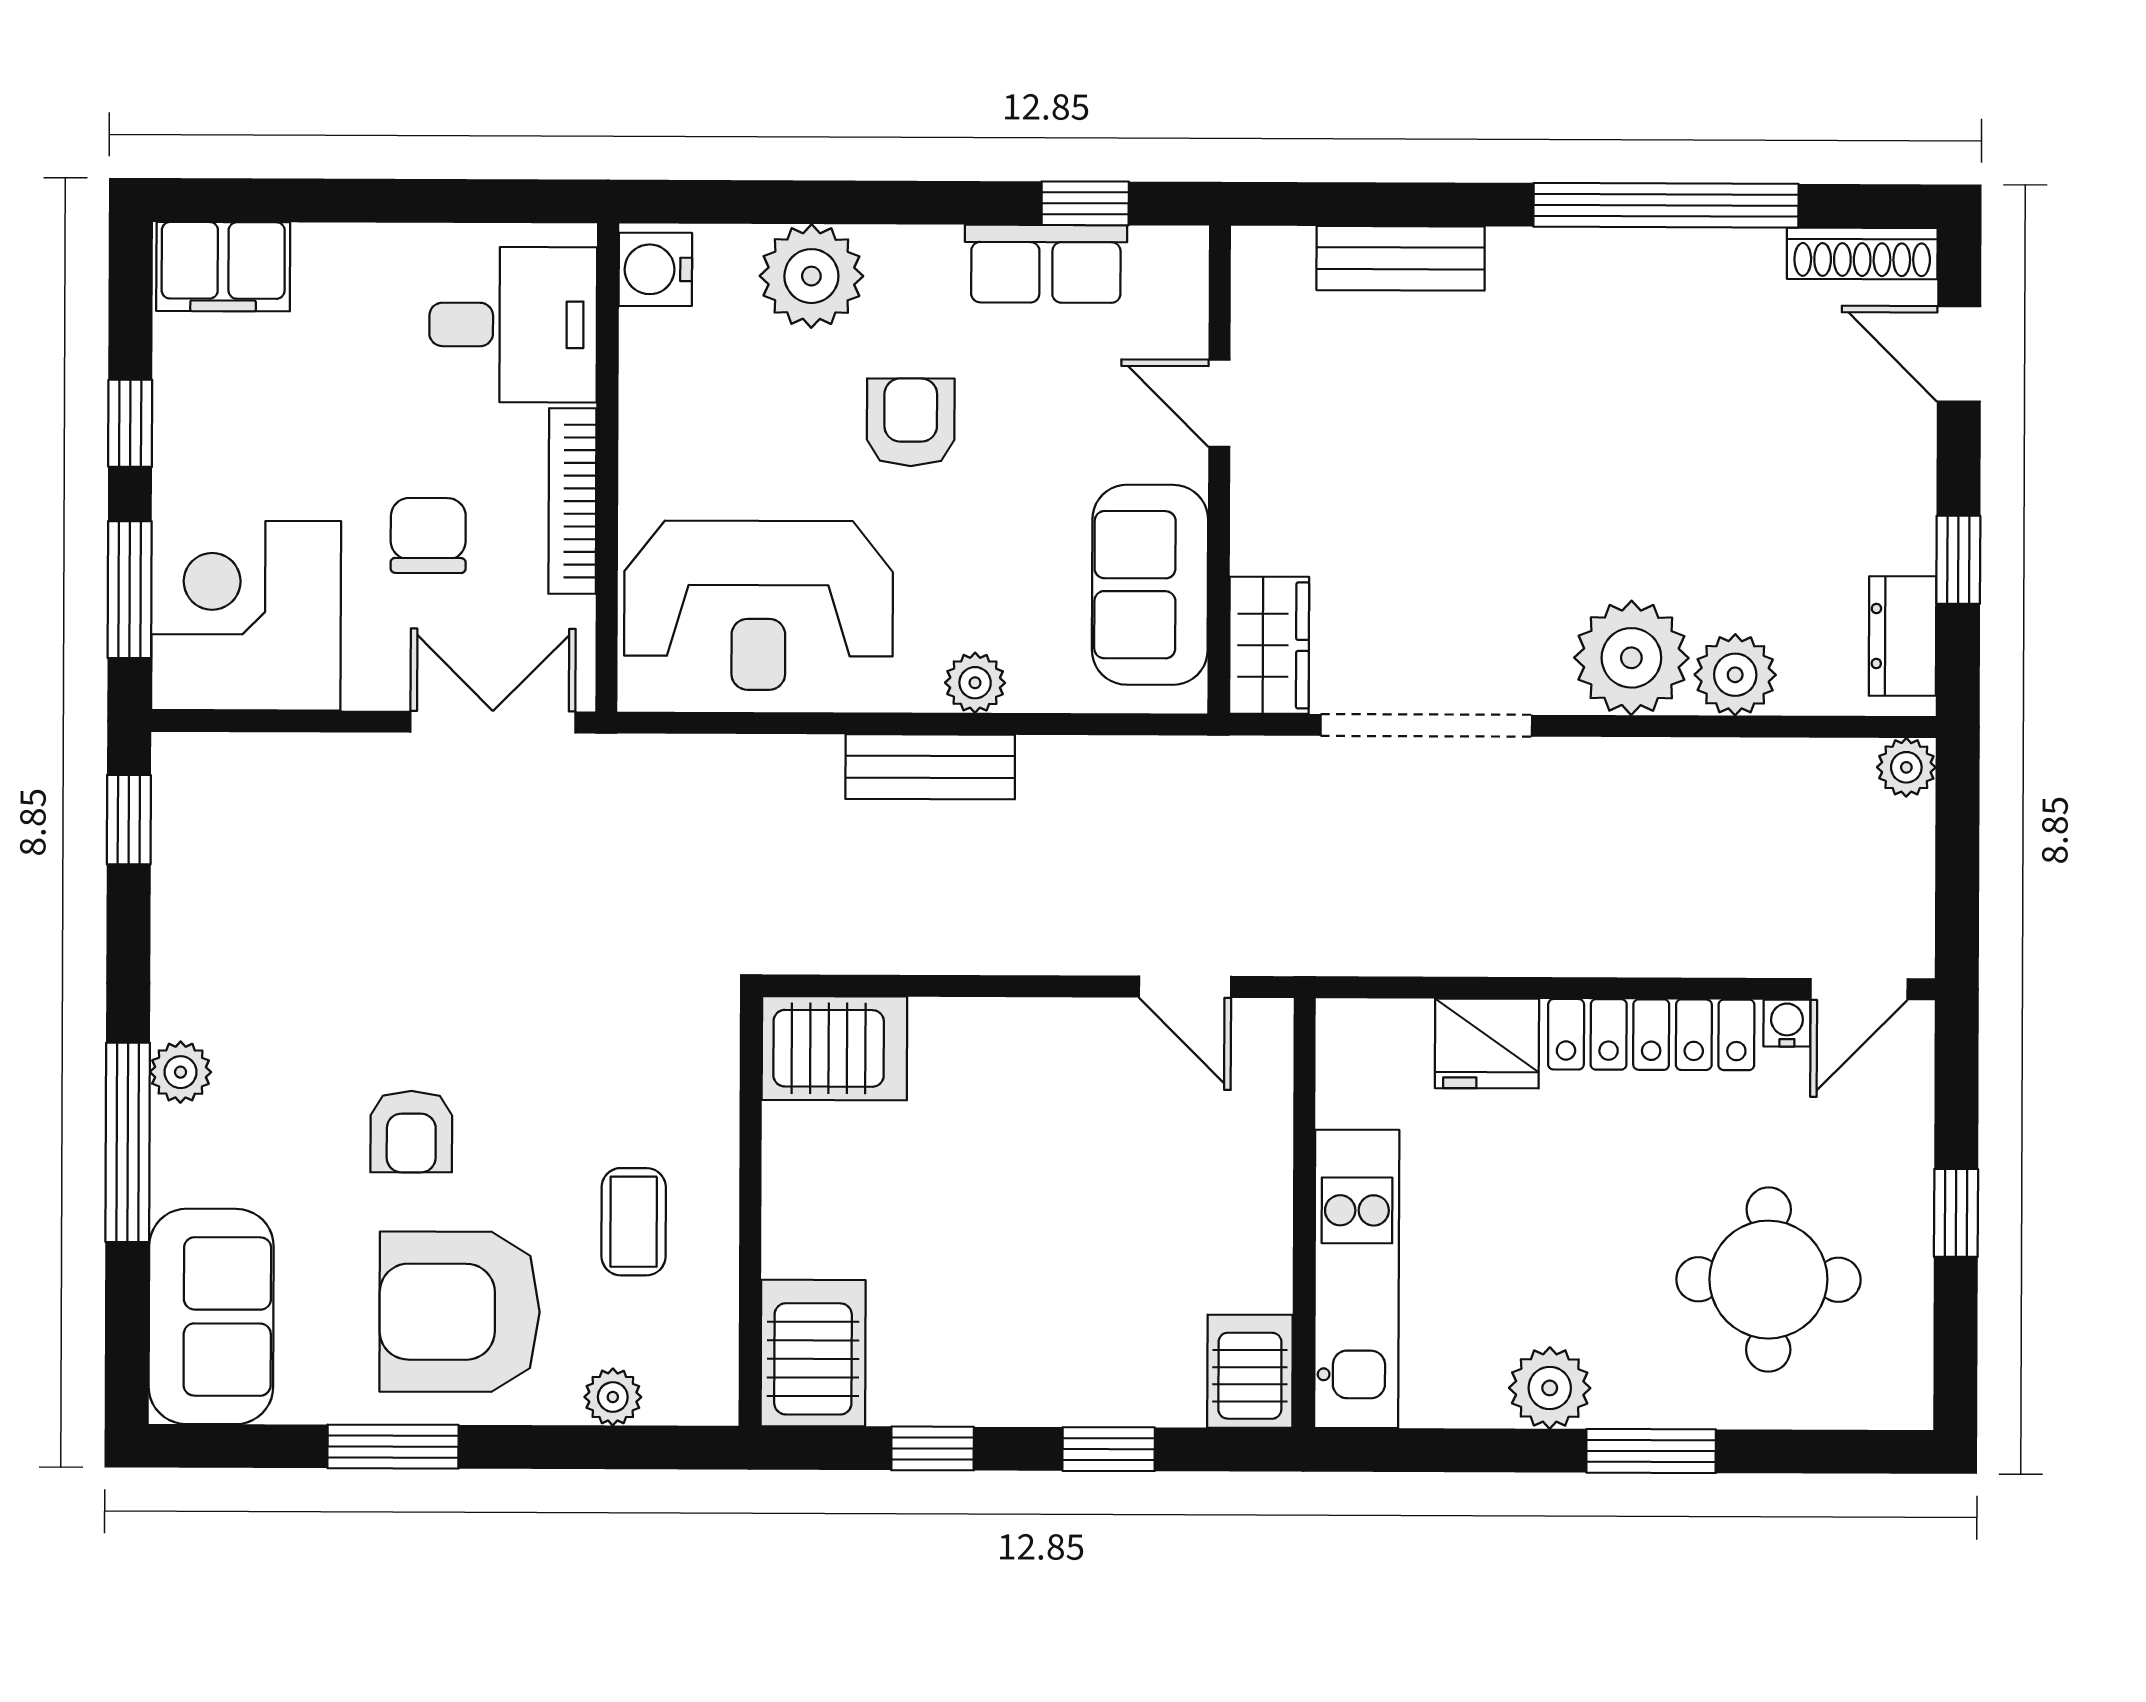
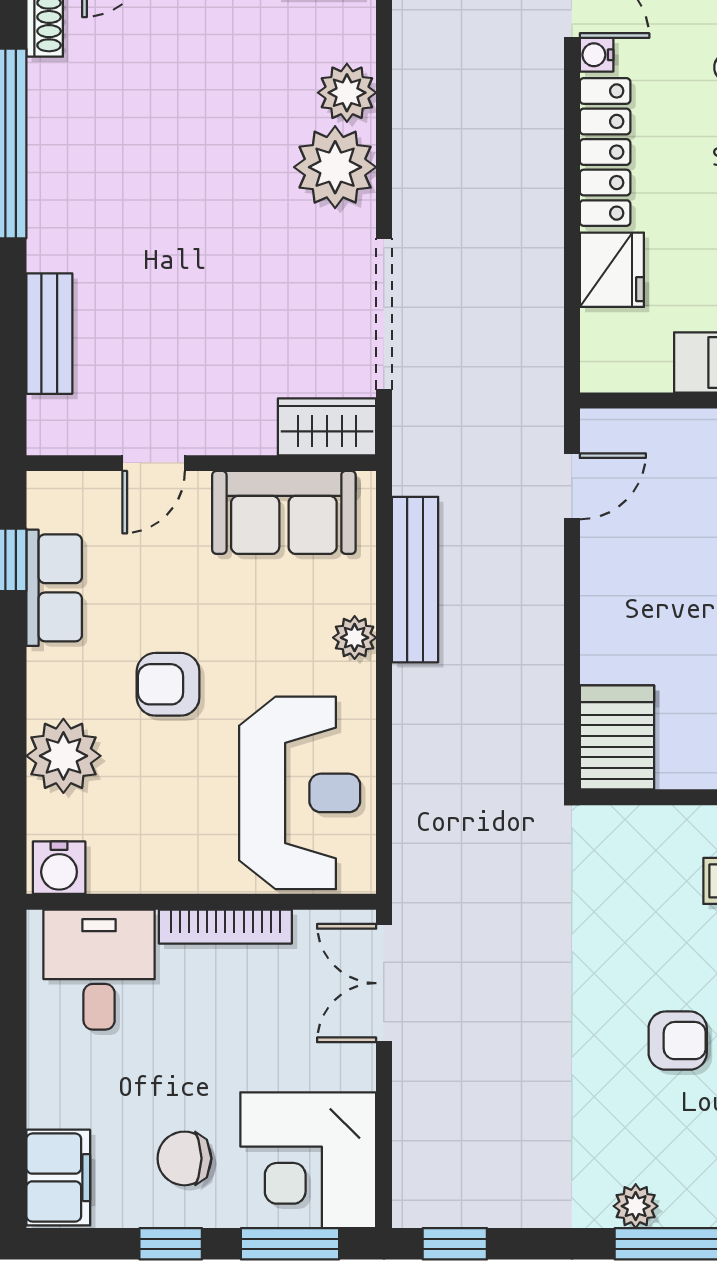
chair: (428, 535) -> (184, 1158), moved
bench: (930, 767) -> (415, 580), moved, width x1.36

